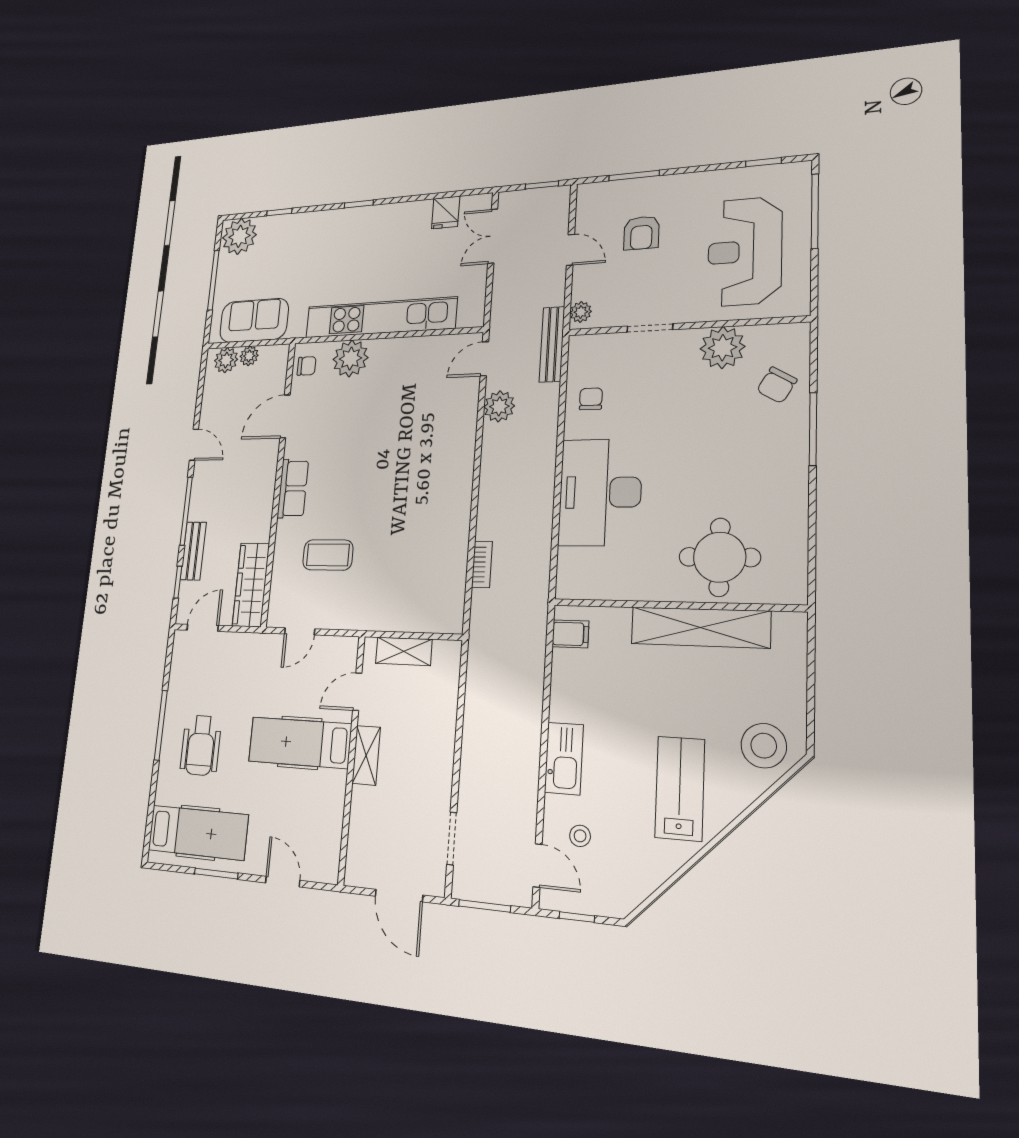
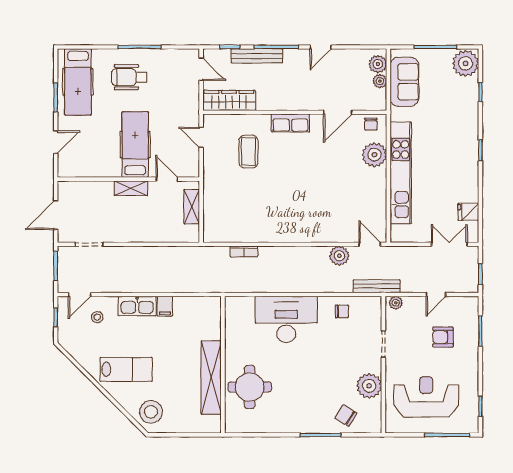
door: (285, 416) -> (338, 112), swing flipped
bench: (193, 551) -> (257, 56), width x1.36
filing cabinet: (570, 634) -> (165, 306), moved

